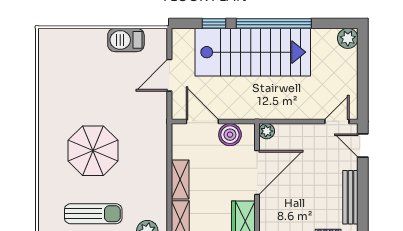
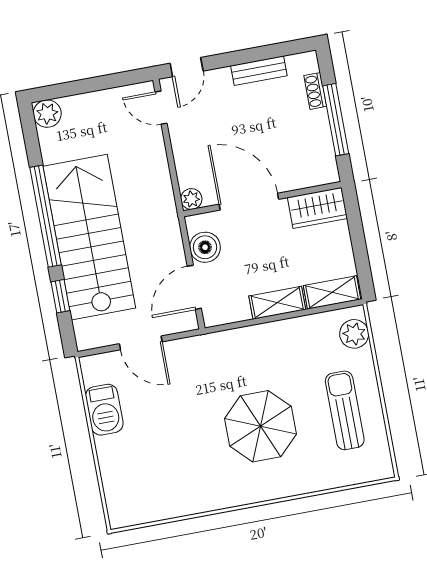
bench: (350, 197) -> (259, 71), width x0.73

